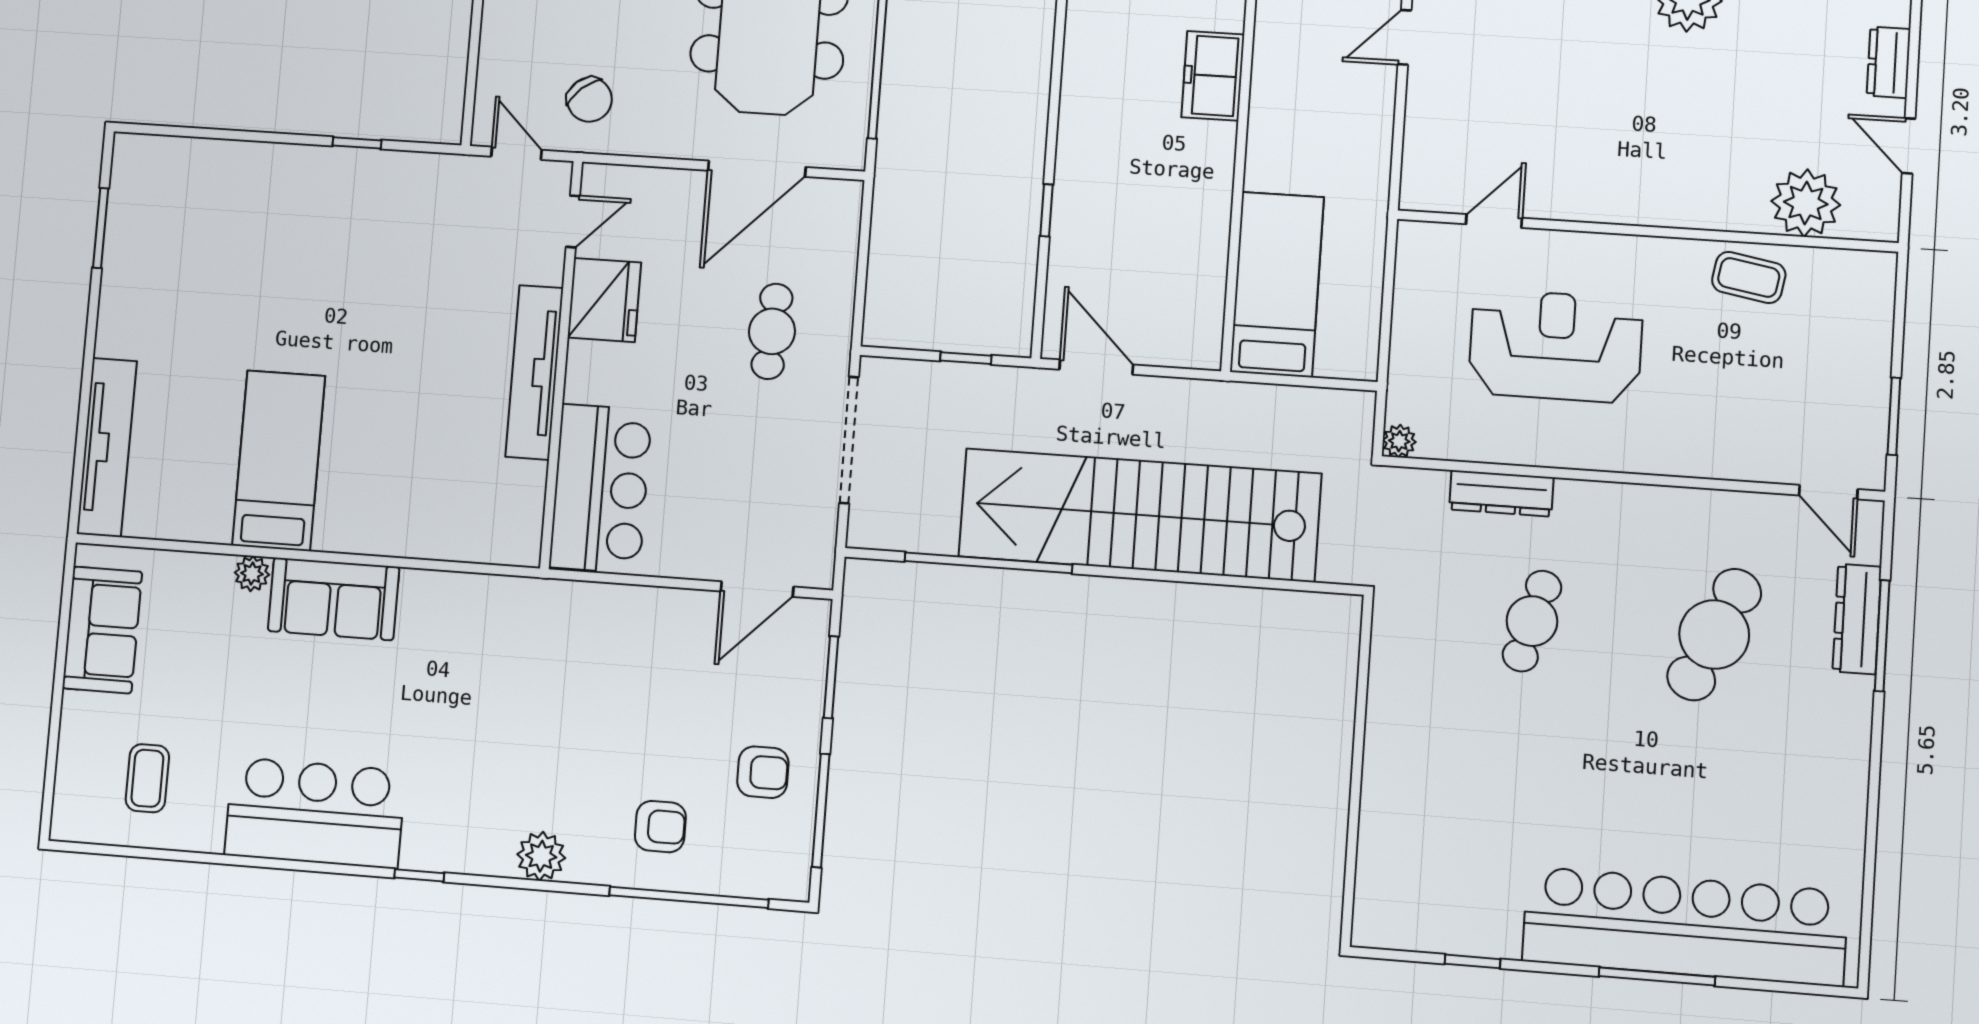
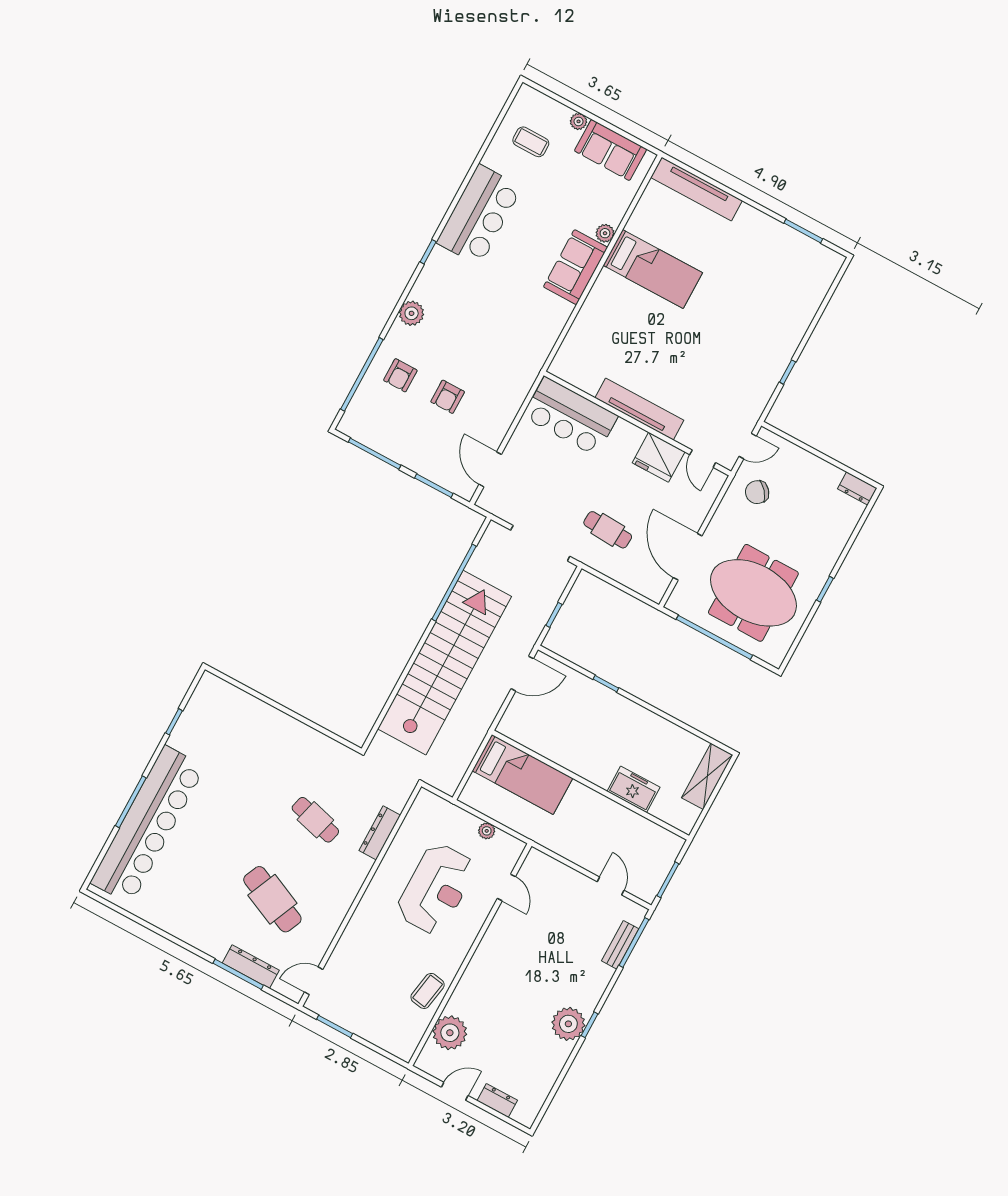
plant: (1399, 441) -> (487, 831), moved
plant: (76, 709) -> (579, 121), added
armchair: (763, 772) -> (448, 397), moved

